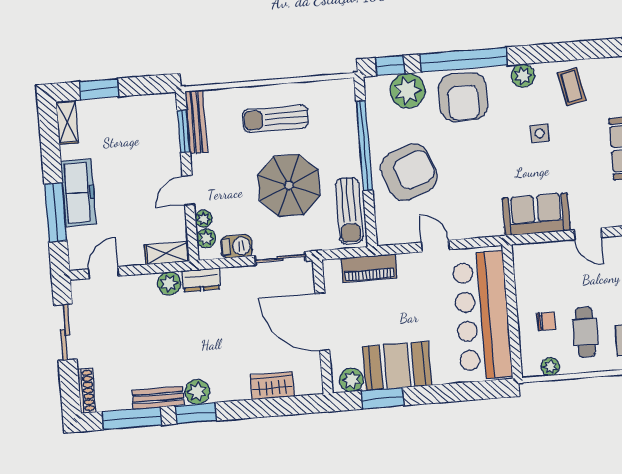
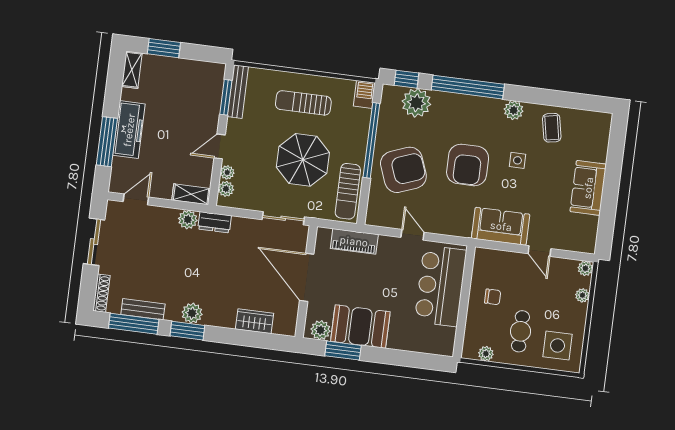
armchair: (463, 97) -> (468, 165), moved
barbecue: (236, 246) -> (364, 94), moved, turned -90
bar counter: (482, 316) -> (441, 286), width x0.73
chair: (546, 321) -> (493, 297), moved
bench: (158, 398) -> (143, 309), moved

